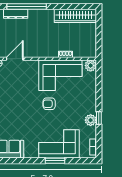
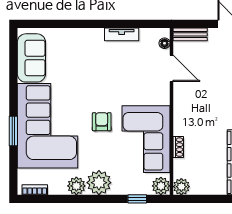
plant: (91, 52) -> (181, 187), added
plant: (88, 106) -> (99, 183), added
window: (99, 118) -> (137, 199), moved
corner sofa: (59, 144) -> (48, 126), width x1.36, depth x1.36

